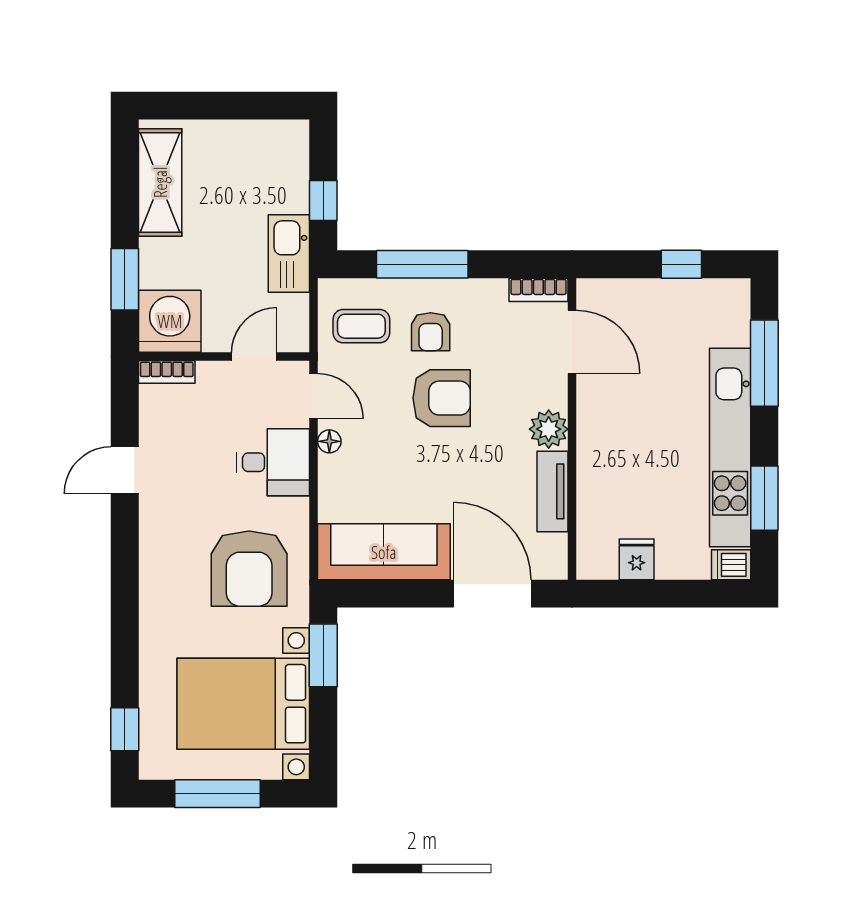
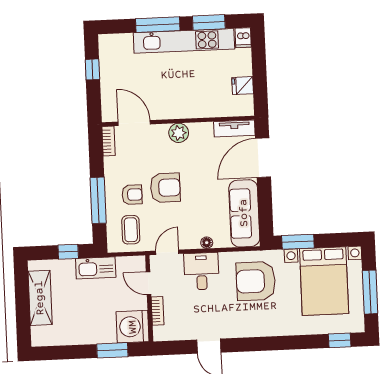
shelving: (160, 182) -> (40, 298), moved, turned 90
door: (572, 342) -> (134, 123), hinge flipped
window: (764, 363) -> (158, 25), moved
bookcase: (167, 372) -> (158, 311), moved
armchair: (442, 398) -> (165, 188), turned 90
floor lamp: (329, 441) -> (207, 243), moved
tv unit: (553, 491) -> (234, 128), moved
armchair: (249, 569) -> (256, 281), turned 180

